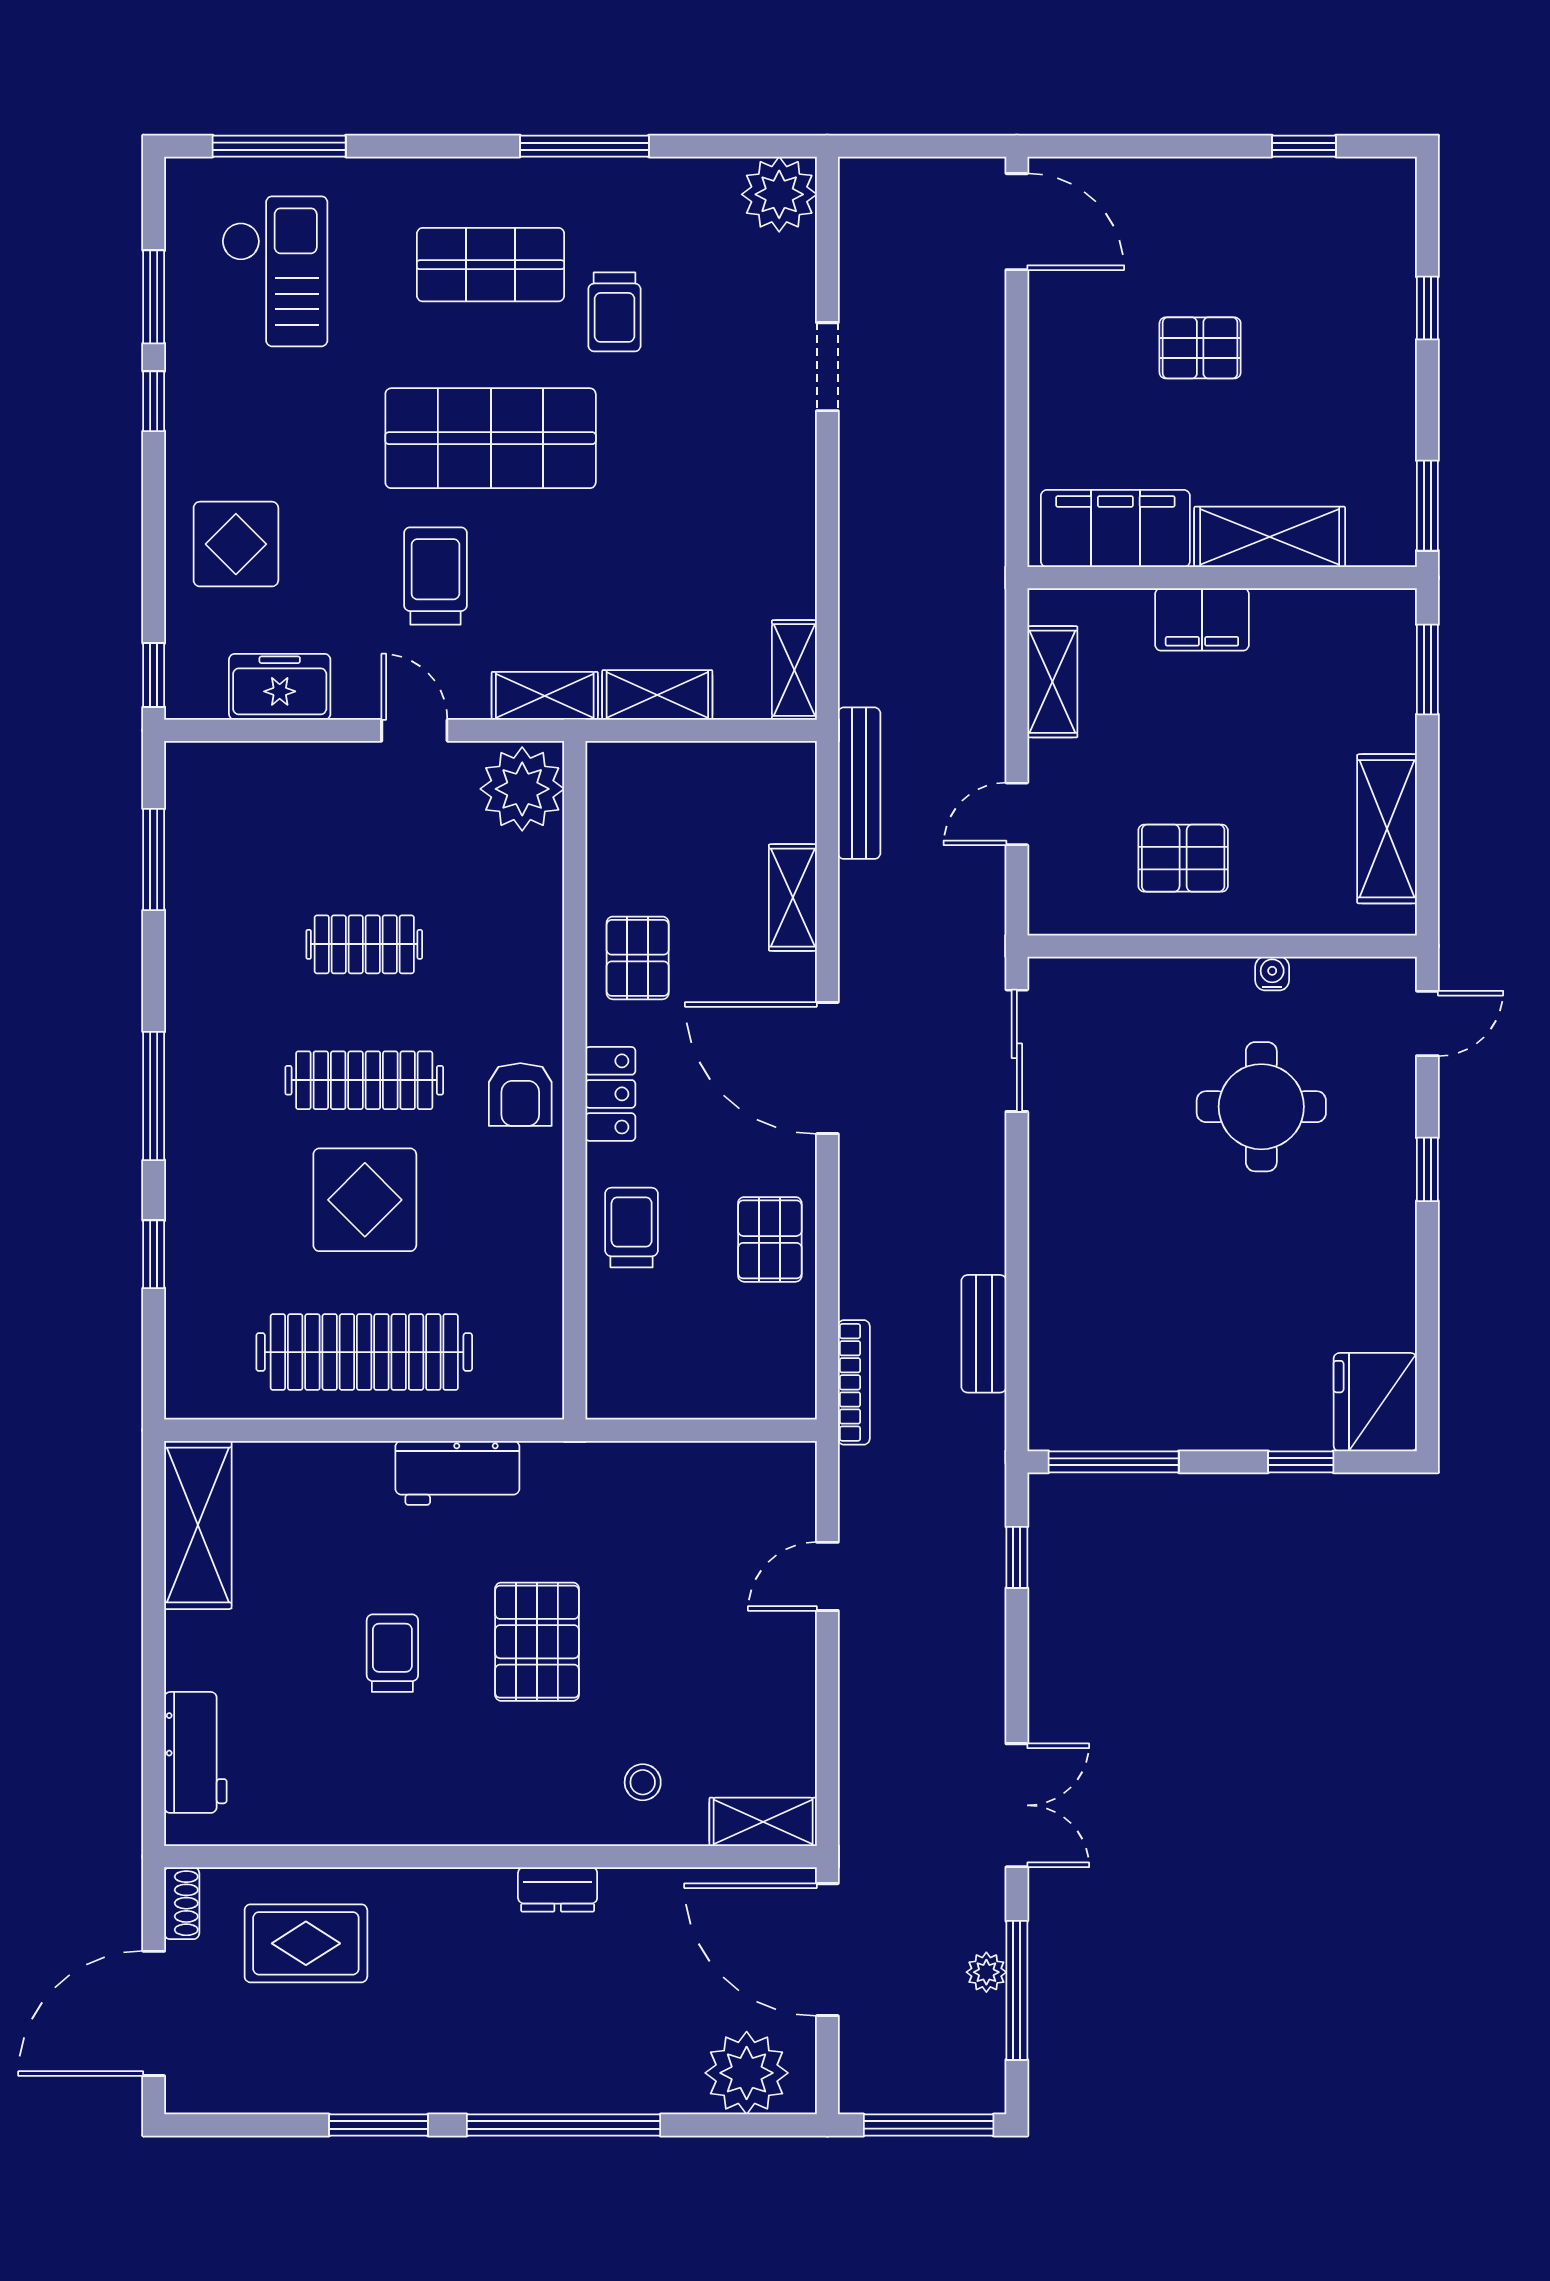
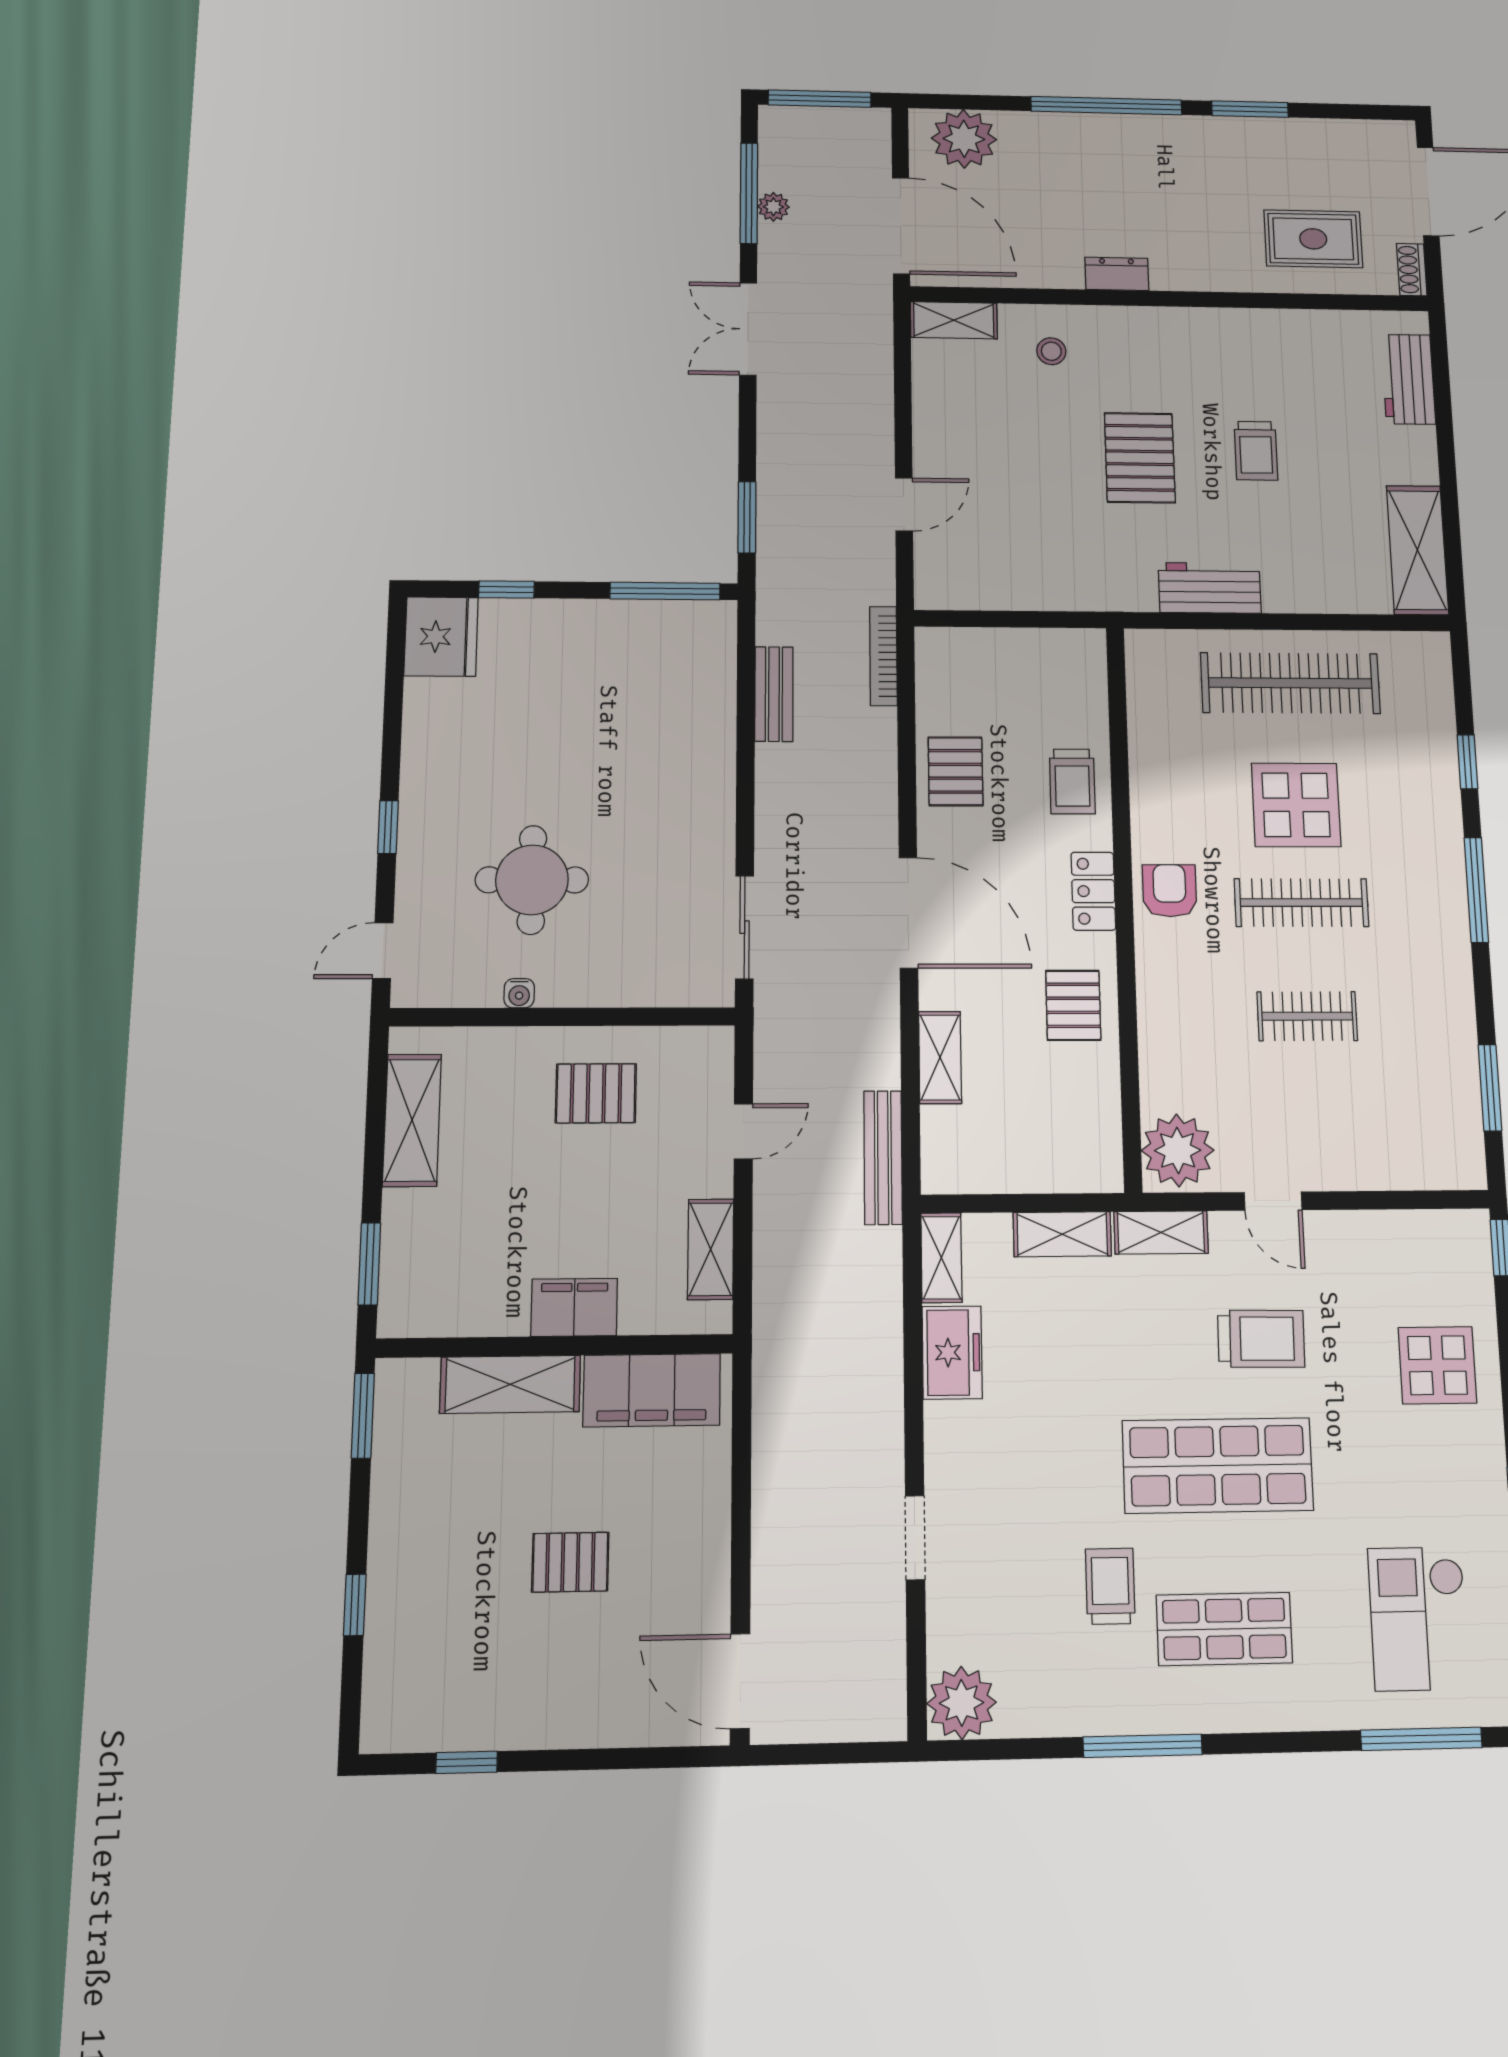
trolley: (435, 576) -> (1261, 1339), turned -89
freezer: (280, 687) -> (952, 1352), moved, turned -90
window: (1017, 1557) -> (747, 517), width x1.50

